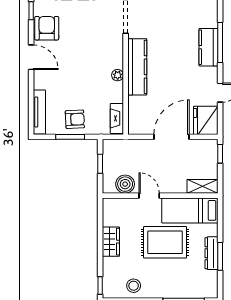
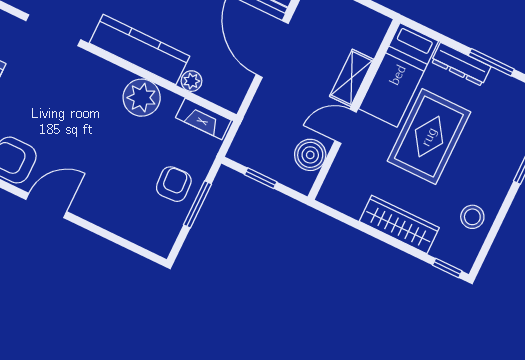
plant: (118, 75) -> (142, 98), width x1.88, depth x1.88
plant: (134, 102) -> (192, 81), added
tv unit: (39, 112) -> (136, 233), removed
shelving: (202, 186) -> (352, 78), moved
wardrobe: (111, 242) -> (399, 225), width x1.50
dresser: (211, 253) -> (461, 64), moved

